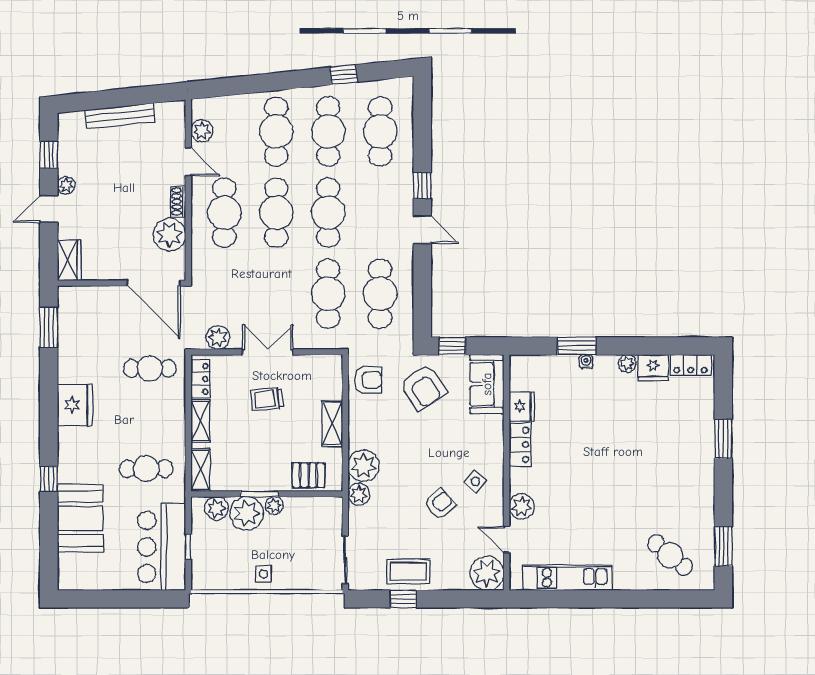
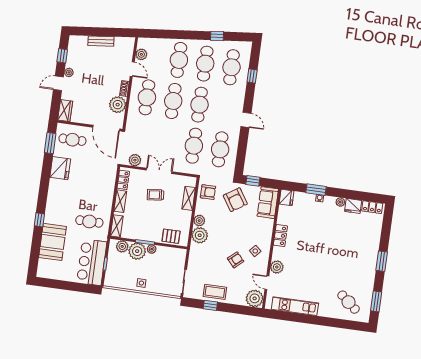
bench: (120, 116) -> (101, 41), width x0.73
window: (422, 186) -> (252, 76), moved
cafe table: (150, 368) -> (72, 140), moved
fridge: (75, 405) -> (60, 168), moved
fridge: (522, 406) -> (287, 197), moved
shelving: (332, 424) -> (189, 198), moved
window: (723, 439) -> (382, 261), moved
plant: (359, 494) -> (199, 221), moved

